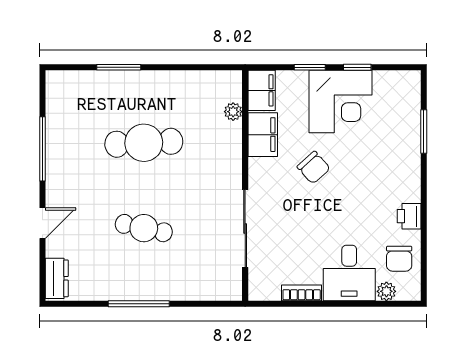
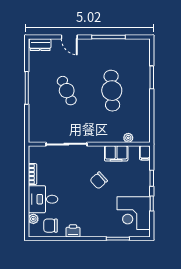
filing cabinet: (262, 90) -> (145, 153), width x0.50
corner desk: (340, 101) -> (134, 213), moved
cafe table: (144, 228) -> (67, 91), turned -36

